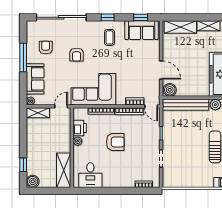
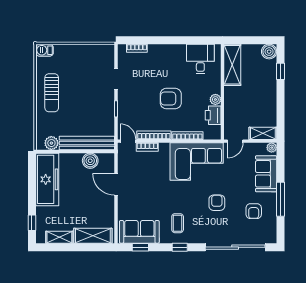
boiler: (170, 90) -> (90, 161), moved

